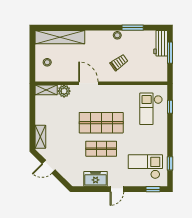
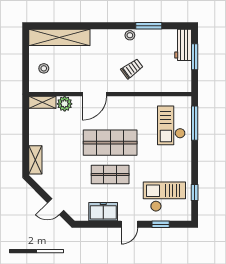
door: (88, 83) -> (94, 94), swing flipped
window: (170, 107) -> (195, 123), width x2.17
door: (49, 167) -> (56, 207), moved
window: (153, 189) -> (161, 224), moved

